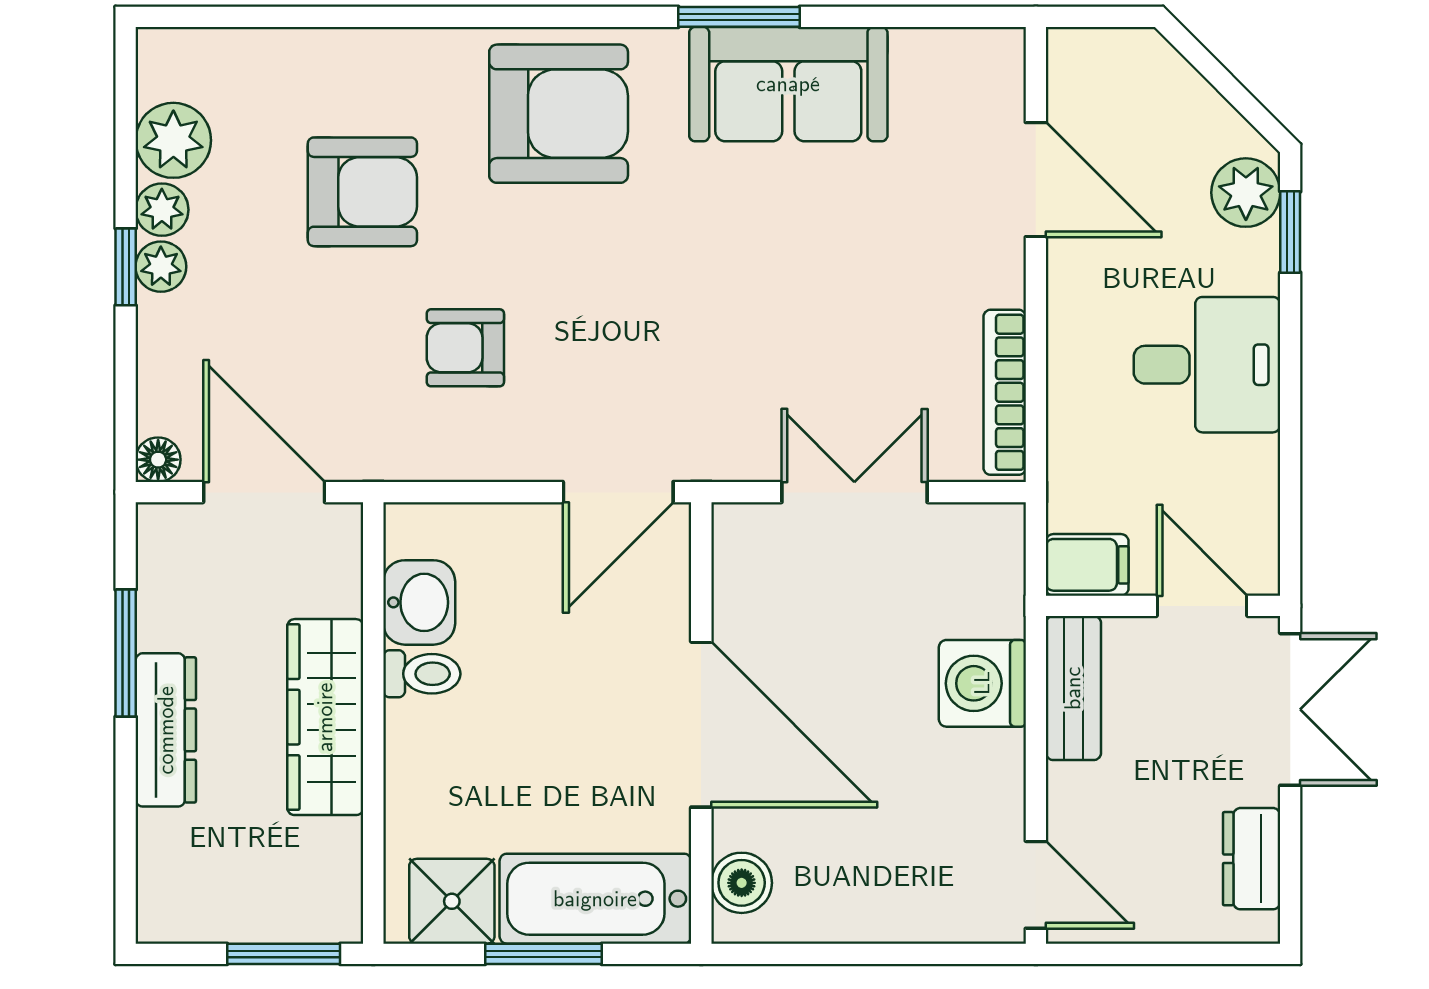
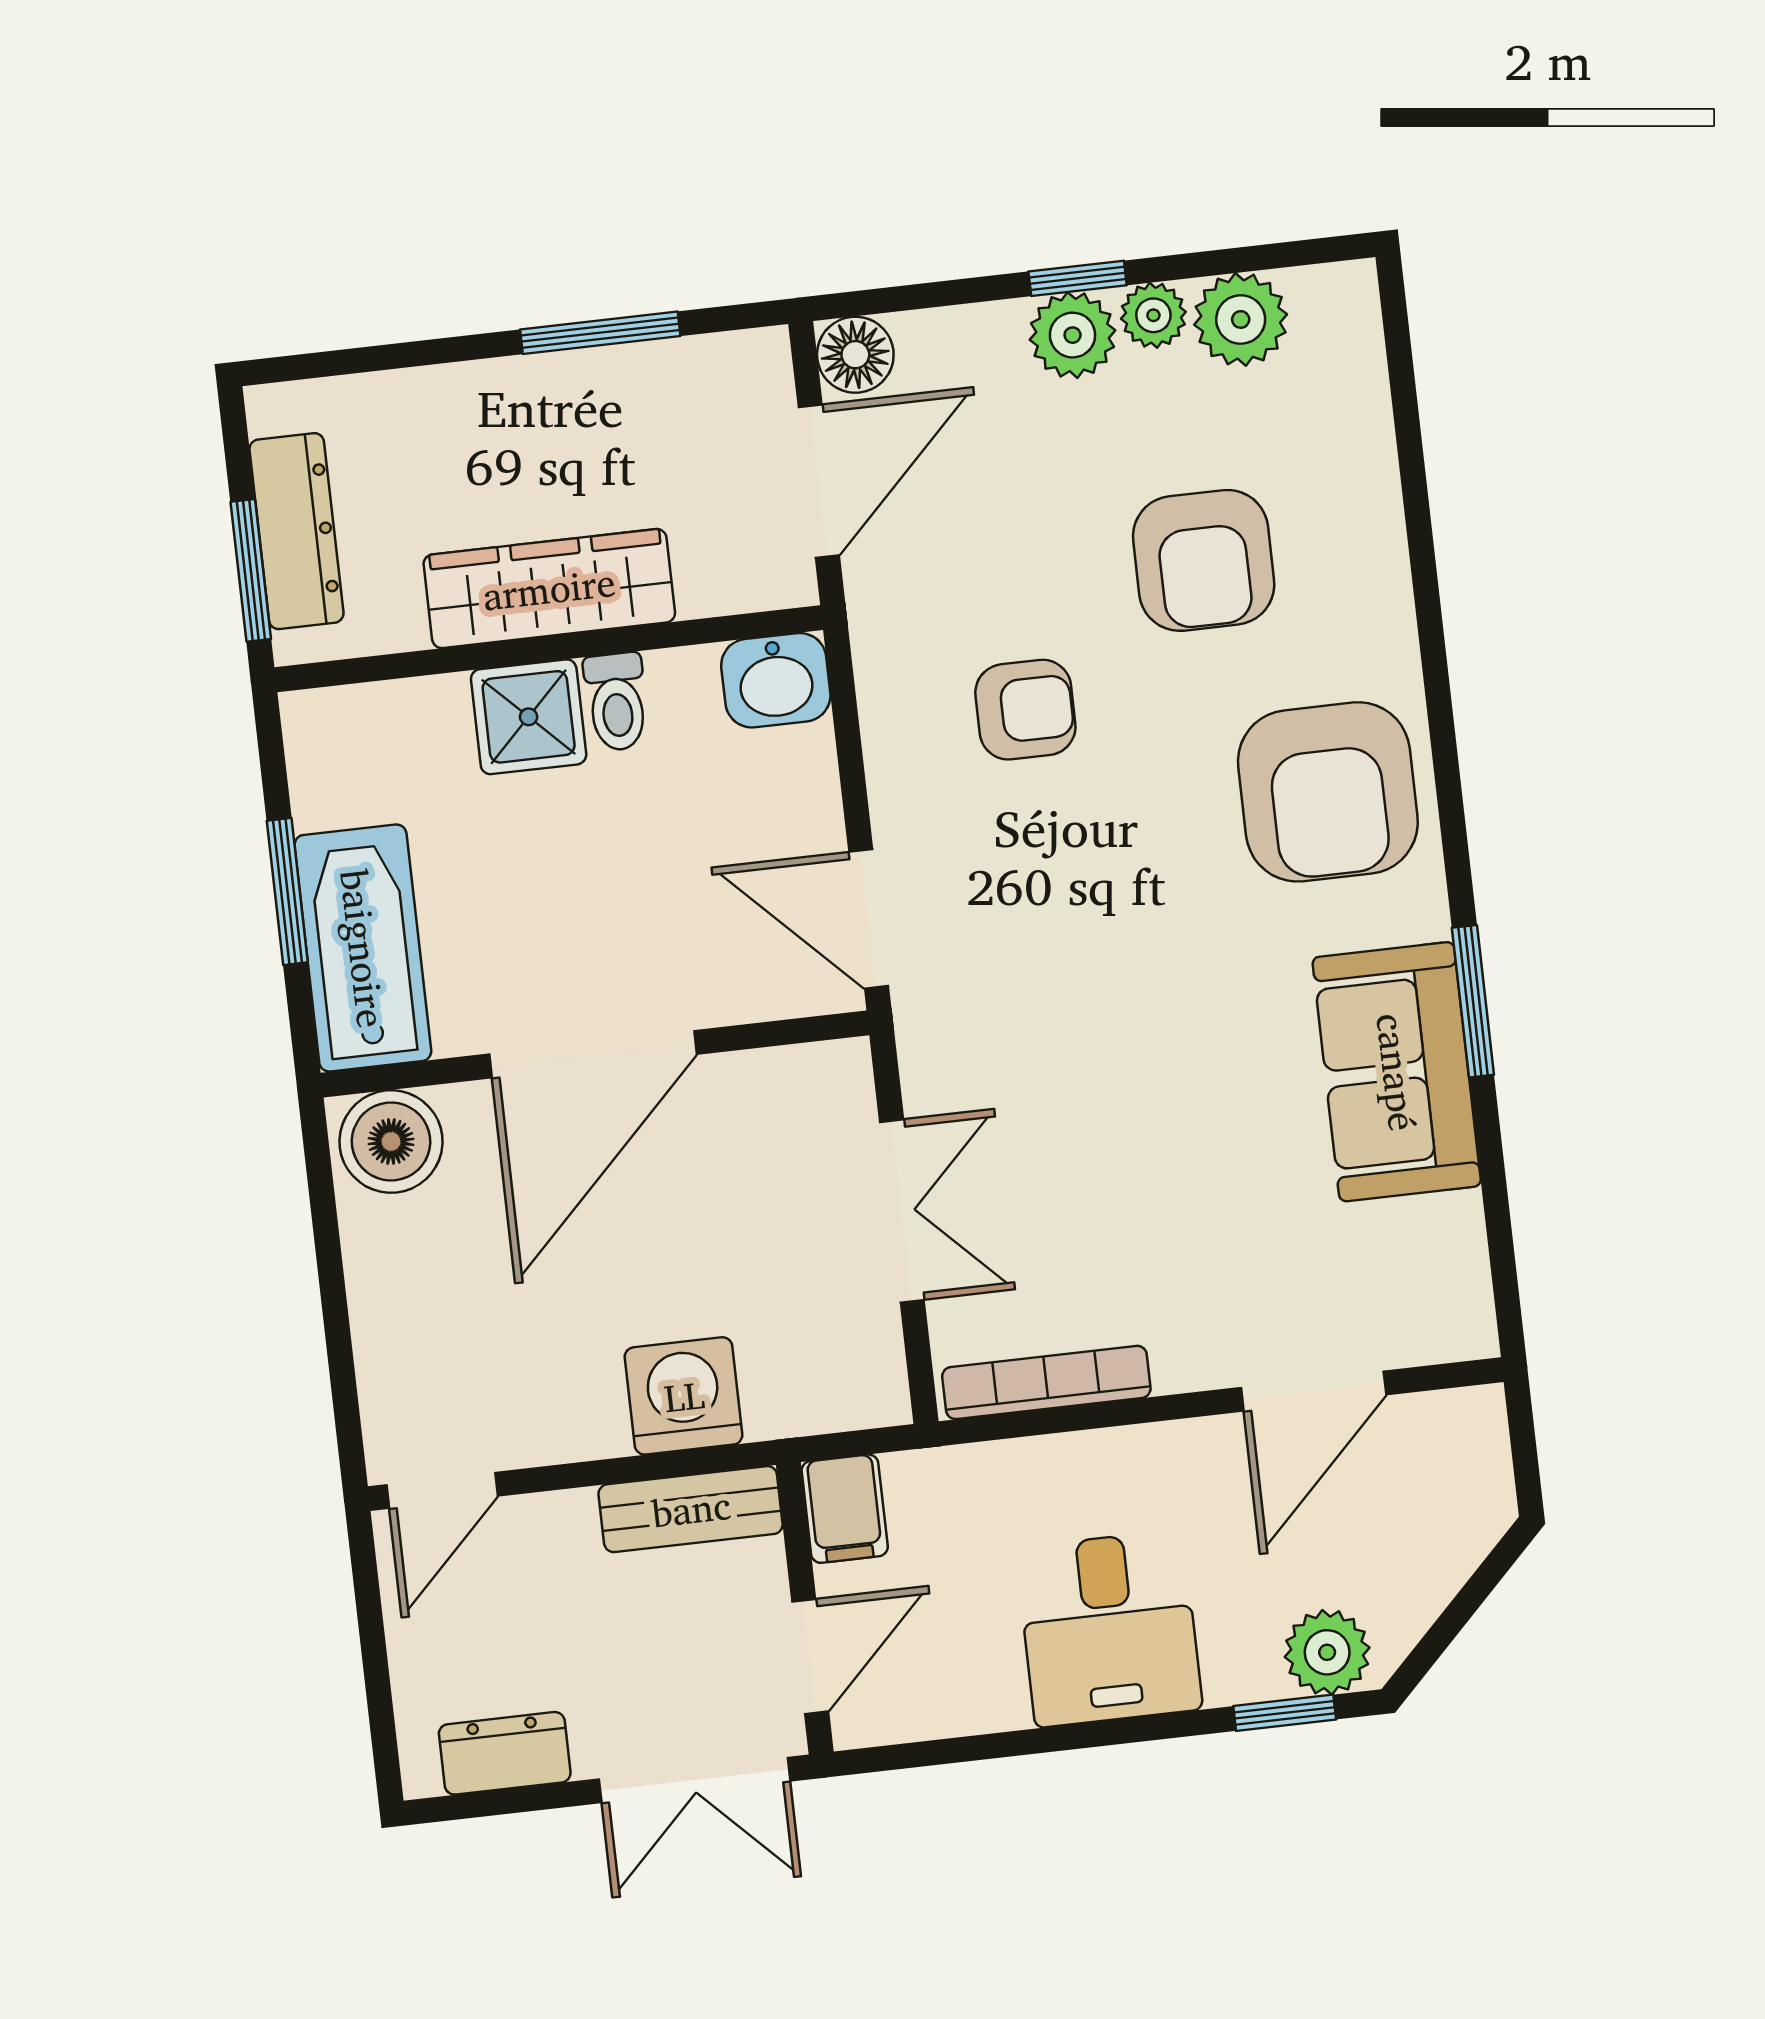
plant: (161, 267) -> (1073, 335), width x1.38, depth x1.38
armchair: (465, 348) -> (1025, 710), turned 90
floor lamp: (158, 460) -> (855, 355), width x1.37, depth x1.37
washbasin: (419, 602) -> (776, 680), moved
dresser: (166, 730) -> (296, 531), moved, turned -90
boiler: (742, 883) -> (391, 1142), width x1.36, depth x1.36
shower: (452, 901) -> (529, 717), moved

